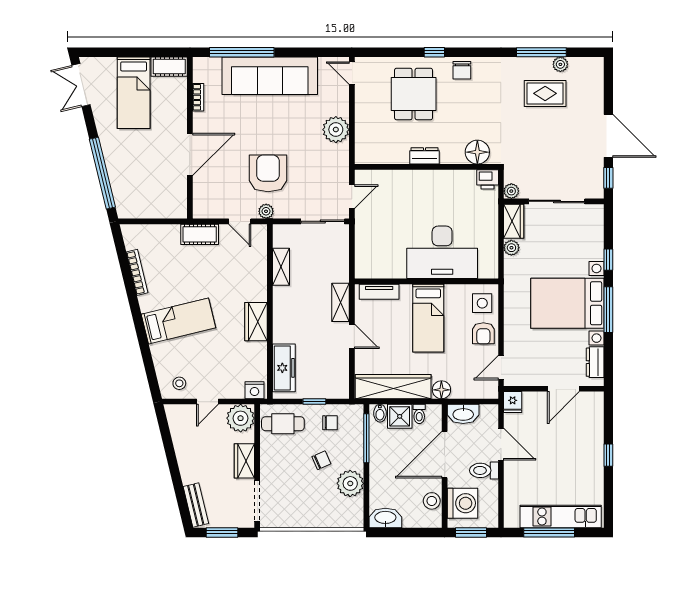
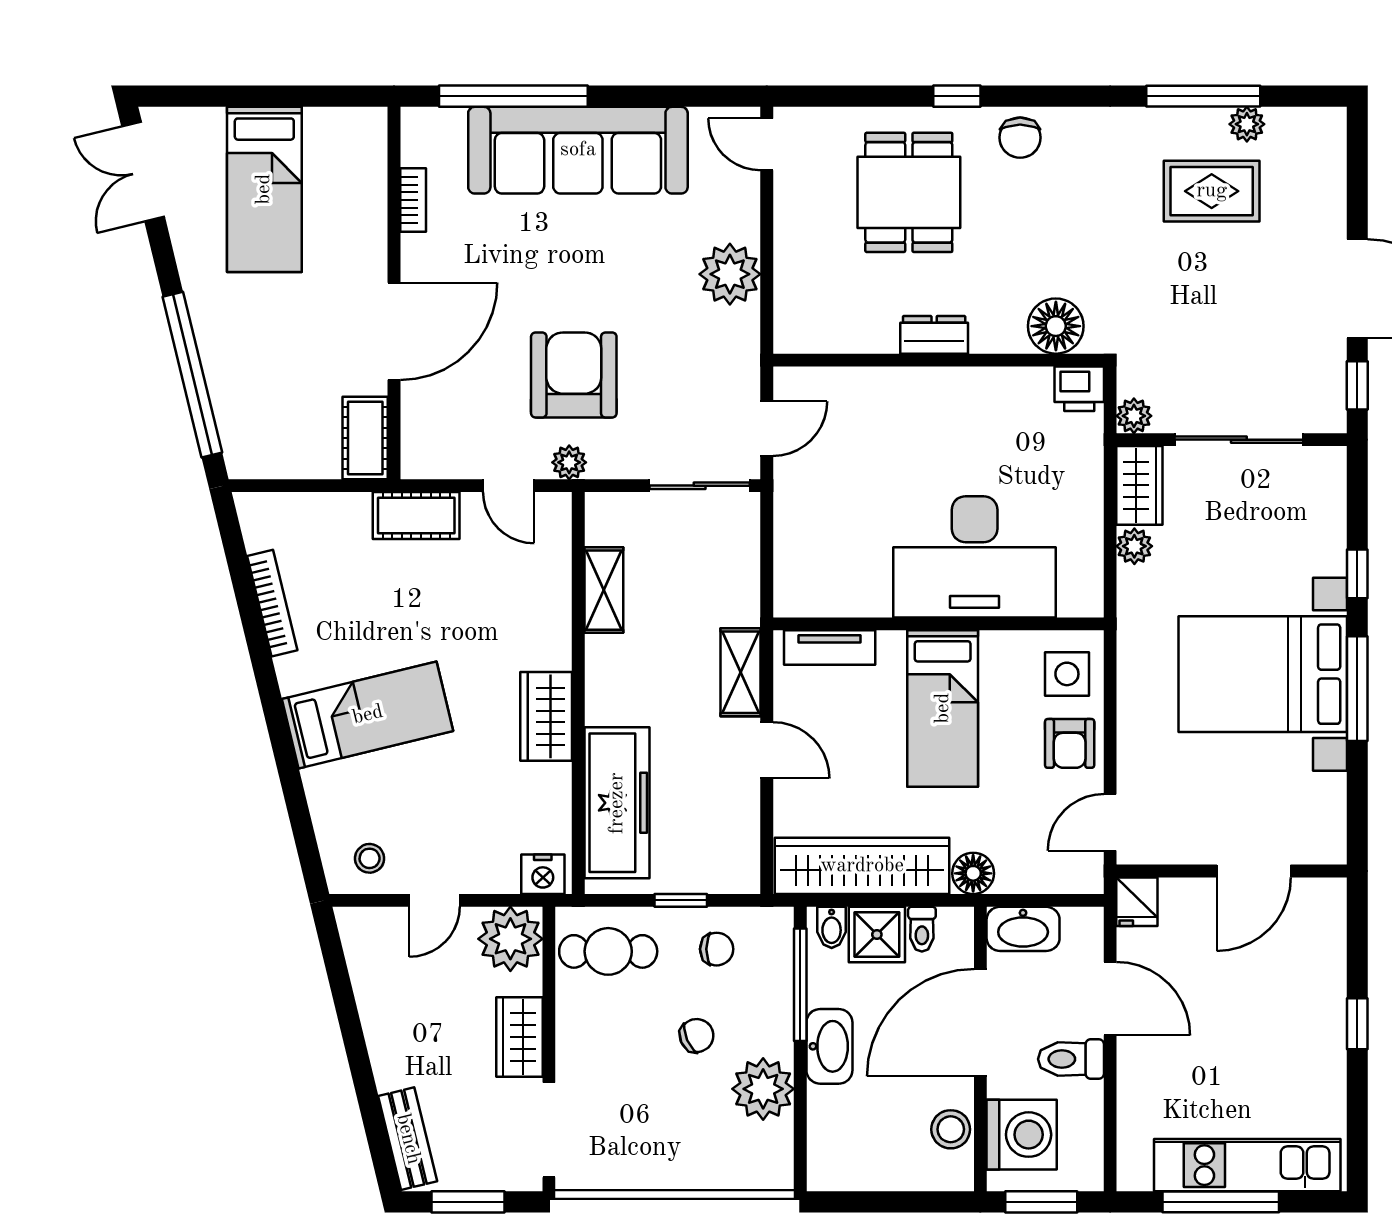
cot: (169, 67) -> (365, 438), moved, turned 90
dresser: (595, 362) -> (1327, 810), removed
freezer: (284, 368) -> (617, 803), width x1.36, depth x1.26
washbasin: (385, 518) -> (829, 1046), moved, turned 90

